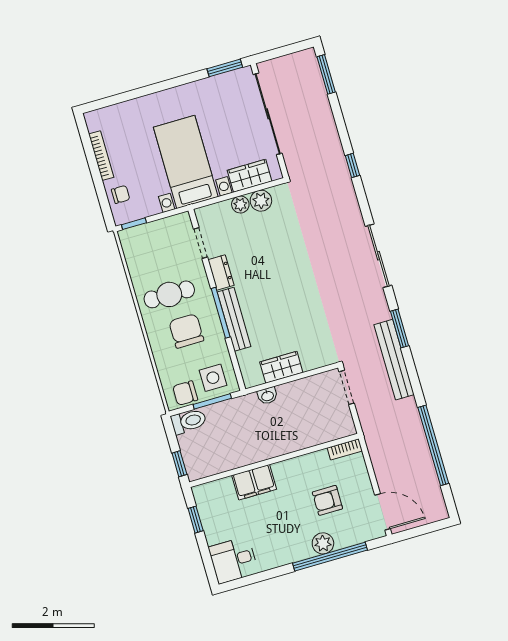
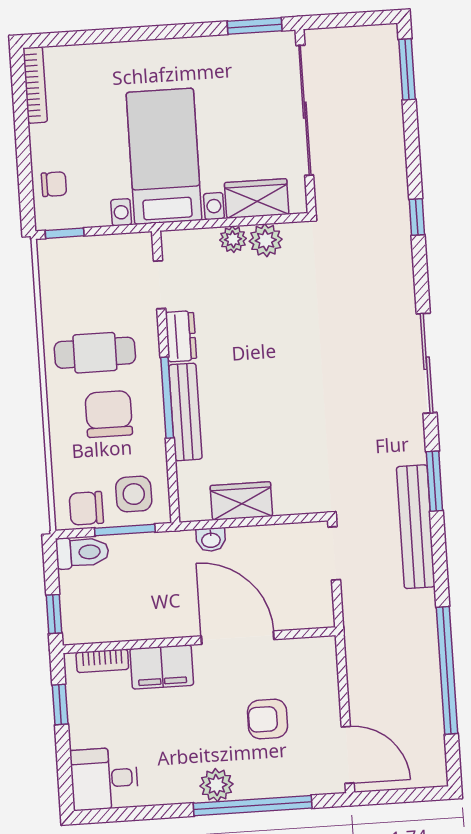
bookcase: (101, 156) -> (35, 85), moved
bookcase: (345, 449) -> (102, 661), moved
door: (298, 453) -> (238, 638), added
plant: (323, 543) -> (216, 785), moved

